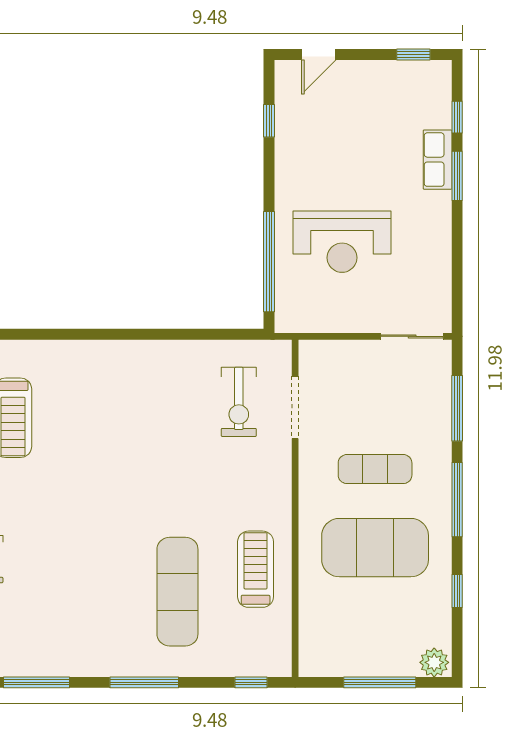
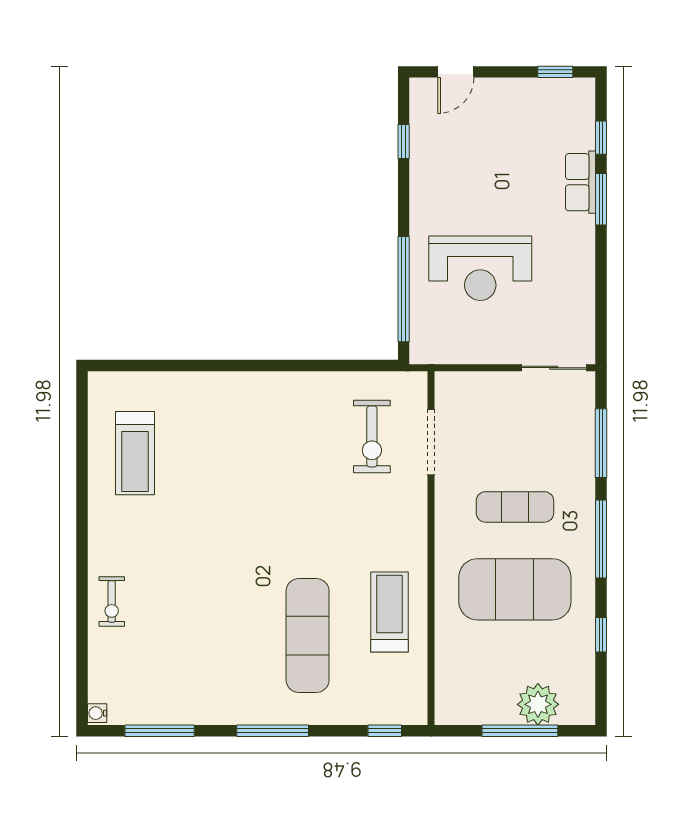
plant: (434, 662) -> (538, 704), moved, width x1.36, depth x1.36

